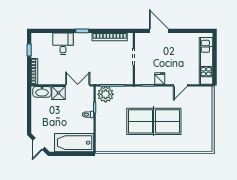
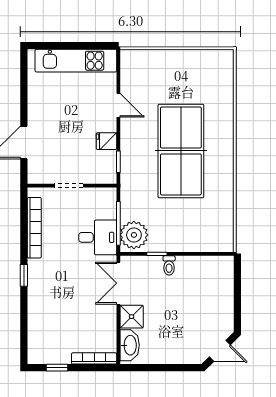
desk: (63, 44) -> (98, 237), moved, turned 180
bathtub: (74, 143) -> (218, 290), removed

